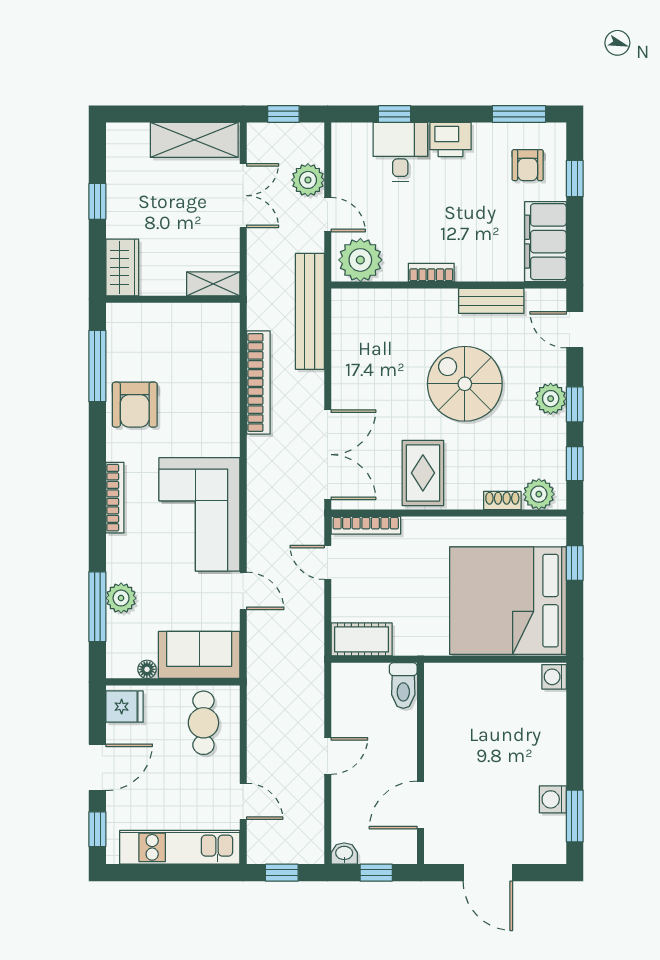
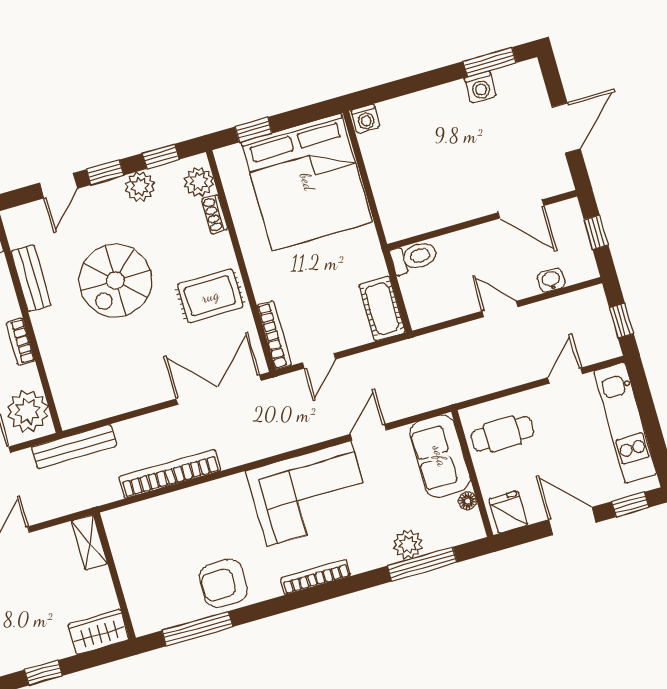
bench: (310, 311) -> (74, 447), width x0.73, depth x0.82
door: (575, 330) -> (59, 186), moved
plant: (551, 399) -> (140, 187), moved
armchair: (135, 405) -> (223, 583), turned 180
washbasin: (344, 854) -> (551, 280), moved, turned 90

